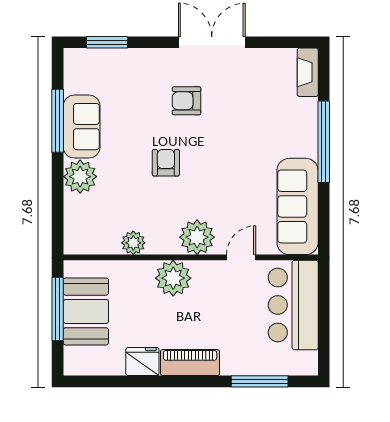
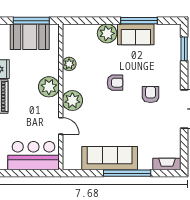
sofa: (298, 206) -> (110, 158), moved

